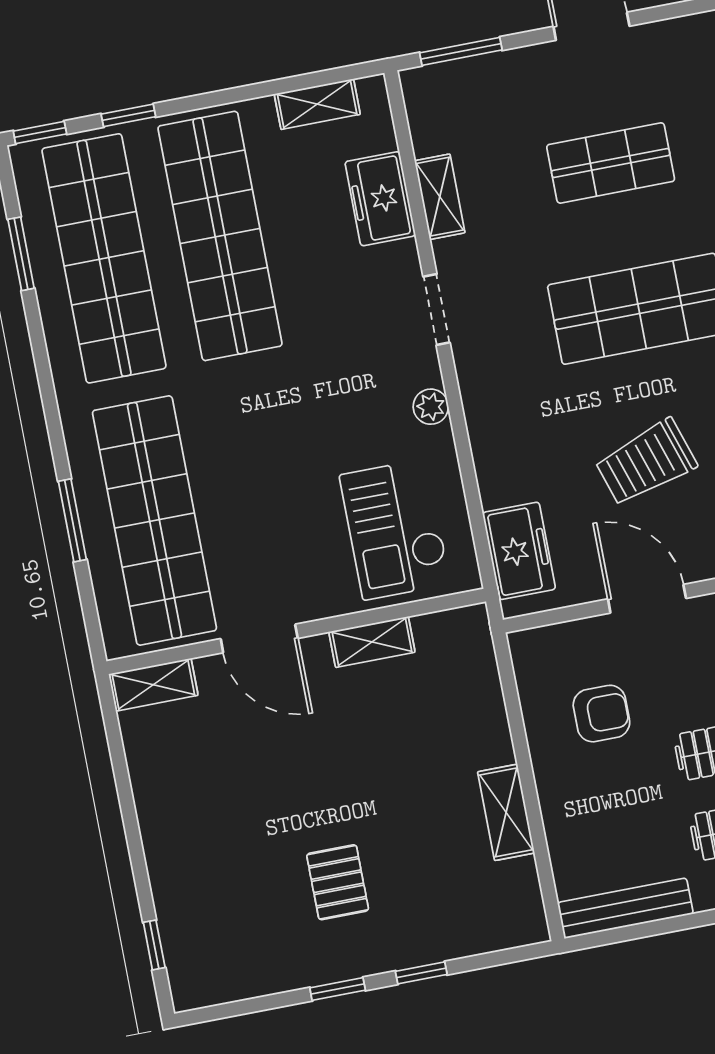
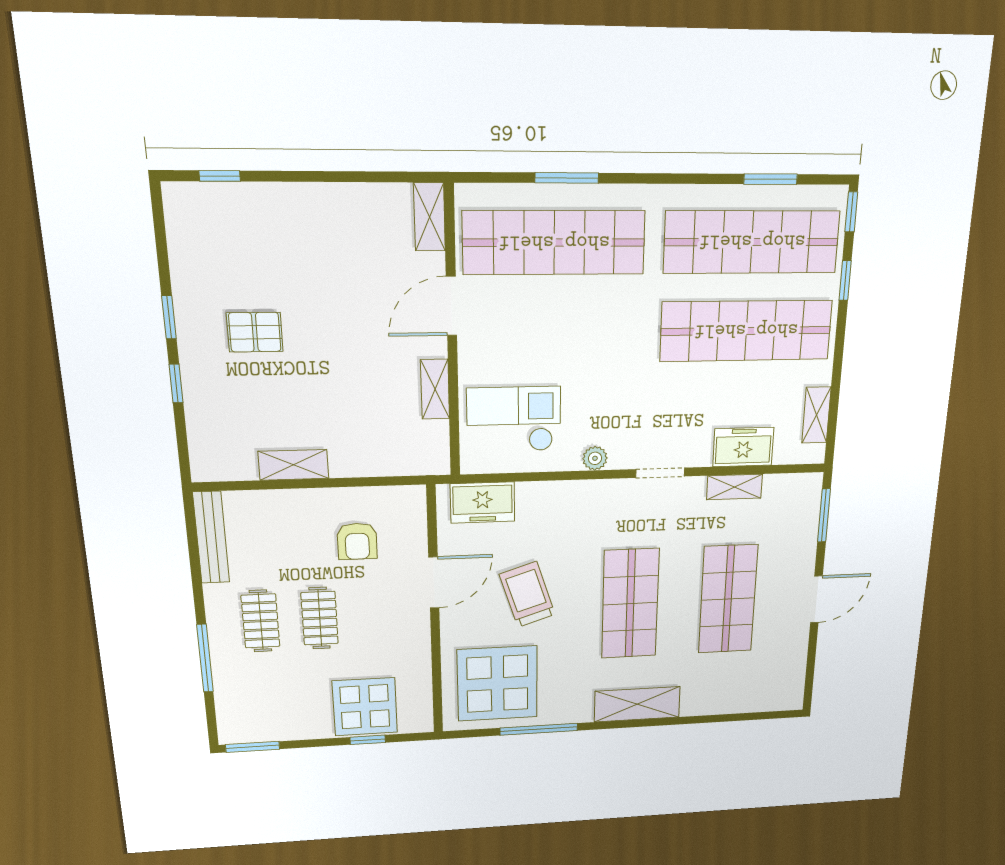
shop shelf: (611, 163) -> (728, 599), width x1.43, depth x1.36

